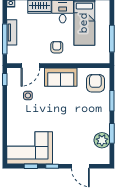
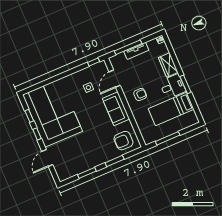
door: (30, 66) -> (115, 79), hinge flipped
armchair: (95, 83) -> (124, 141), turned 180
plant: (102, 140) -> (77, 167), removed
corner sofa: (30, 148) -> (52, 113), width x1.36, depth x1.36

